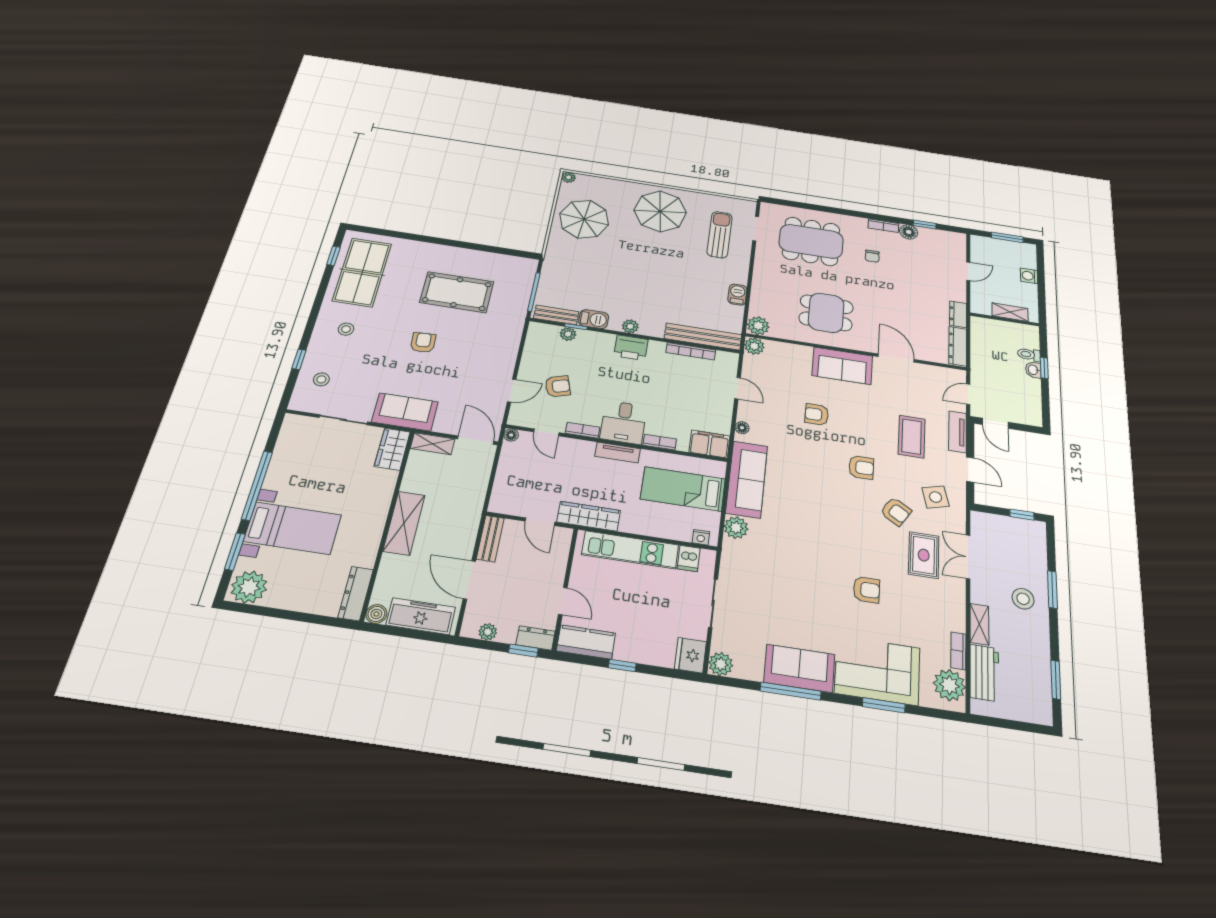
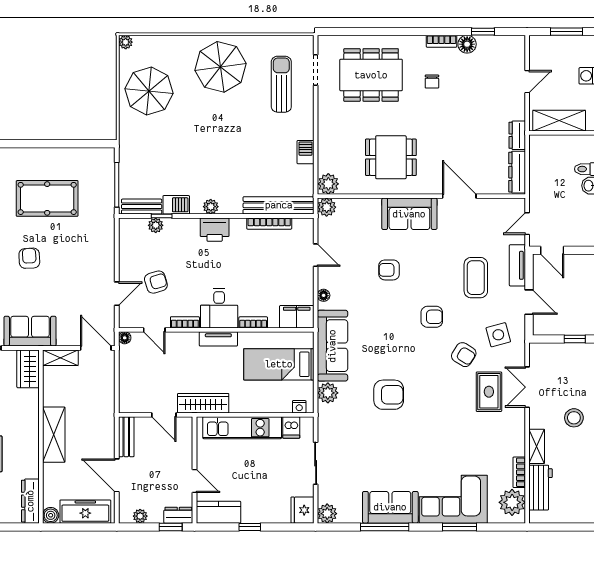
shelving: (1010, 312) -> (559, 121), width x1.50, depth x1.33
armchair: (866, 590) -> (389, 395), moved, width x1.38, depth x1.38

